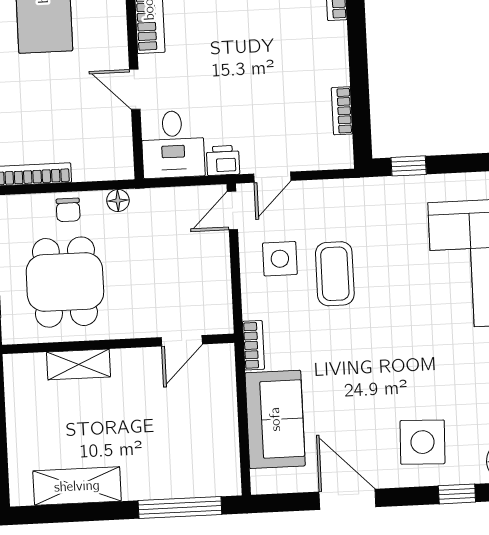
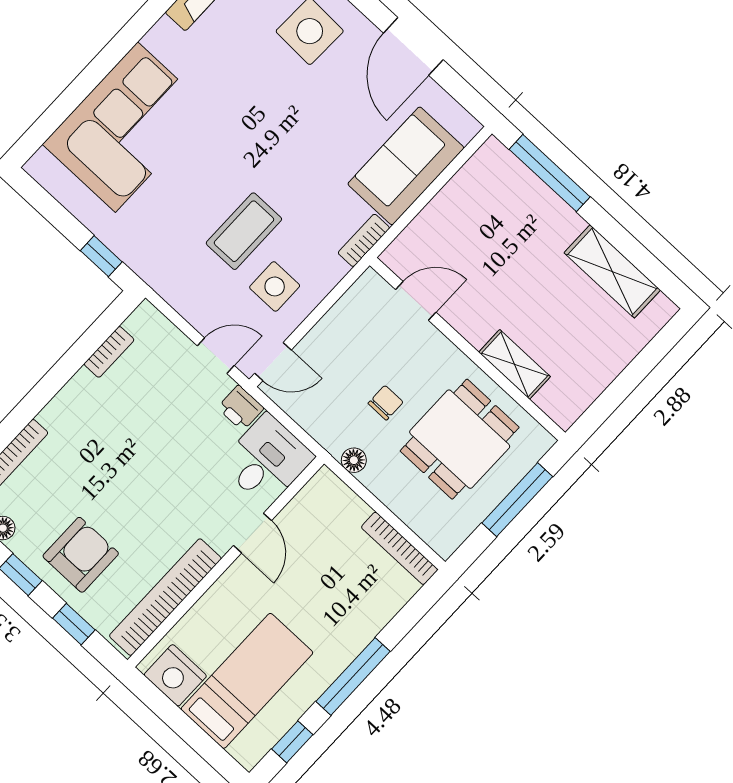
chair: (68, 210) -> (386, 403), moved

